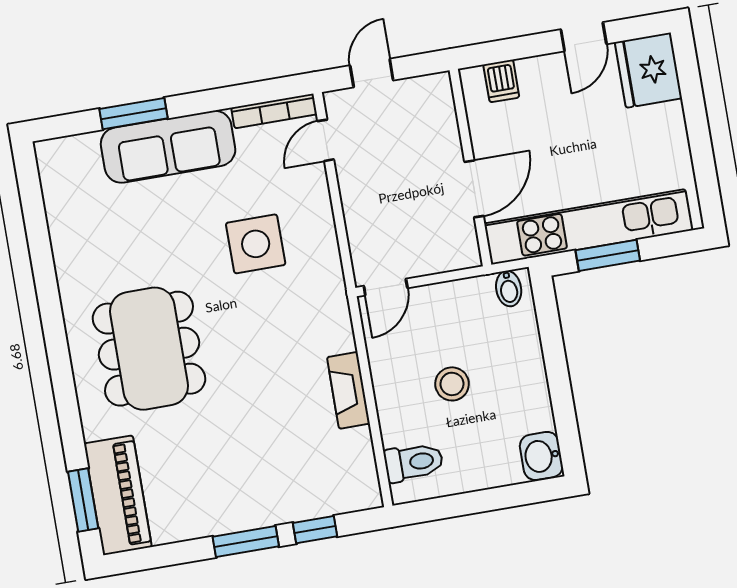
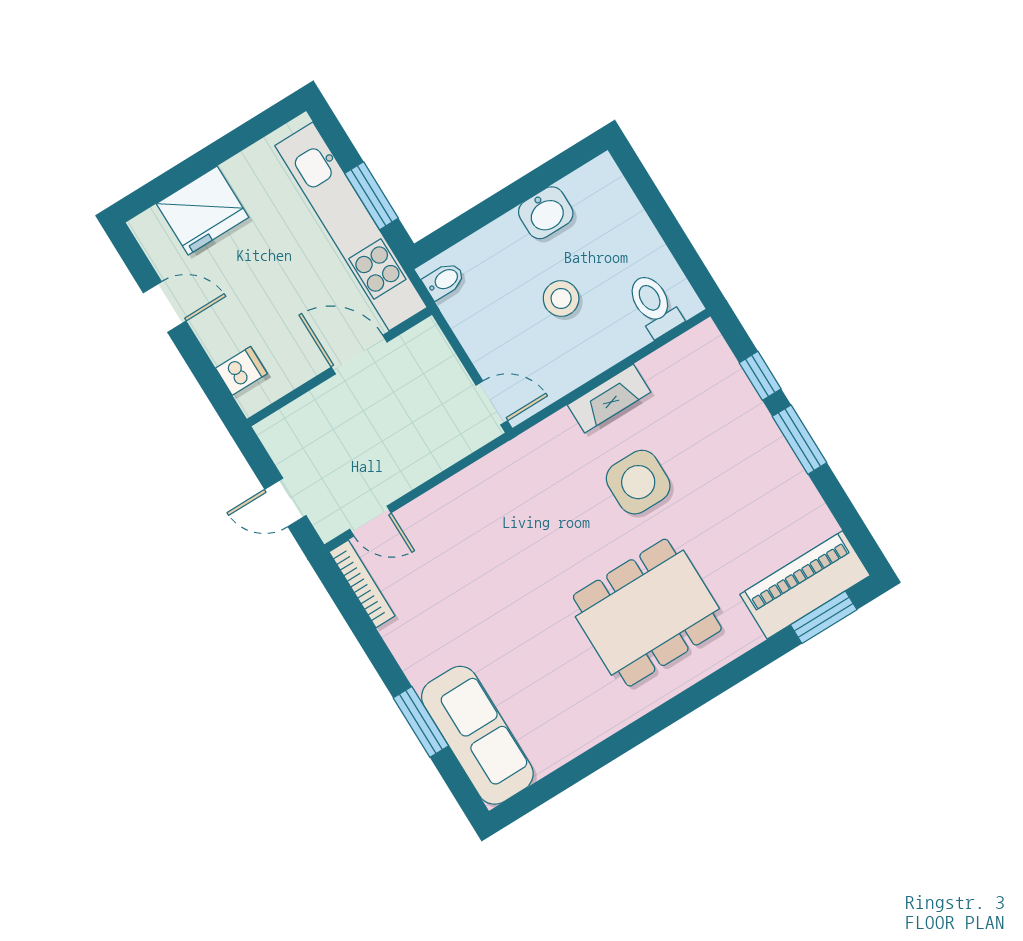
fridge: (648, 70) -> (203, 210), moved
sofa: (168, 147) -> (477, 735), moved
side table: (256, 244) -> (638, 482), moved
washbasin: (541, 456) -> (546, 213), moved

